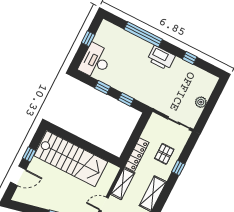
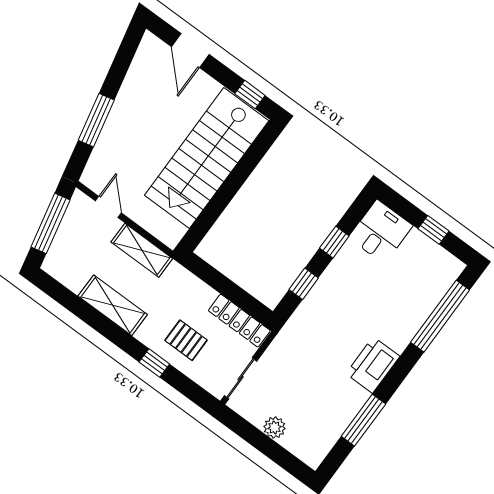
window: (143, 34) -> (440, 316), moved
window: (190, 58) -> (363, 420), width x2.17
desk: (95, 61) -> (381, 232), width x0.73
window: (29, 154) -> (250, 95), moved
locker: (137, 155) -> (239, 321), moved

